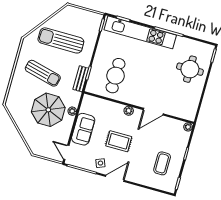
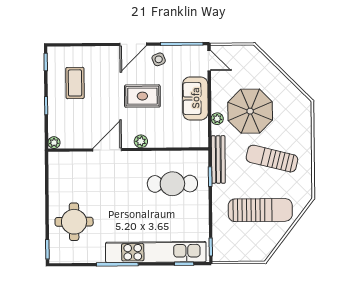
cafe table: (116, 76) -> (172, 184), turned 90
bench: (81, 79) -> (218, 159), width x1.36

